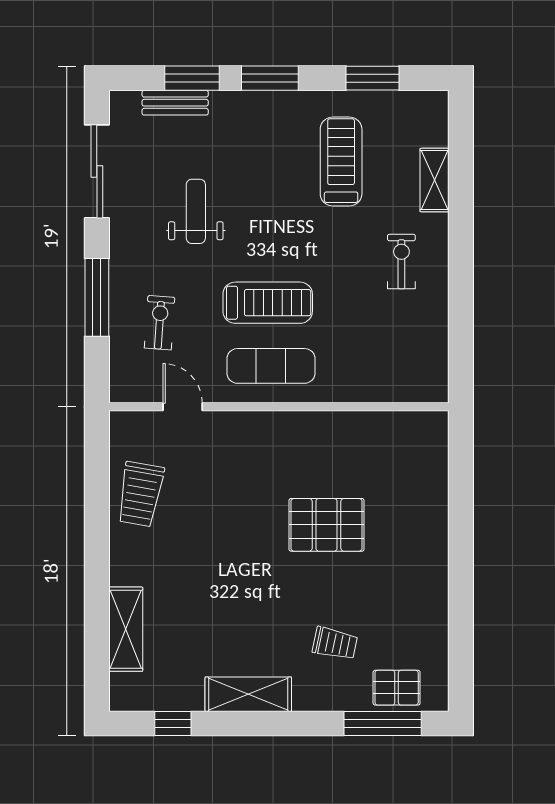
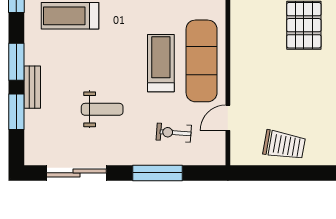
bench: (175, 103) -> (32, 87), moved
weight bench: (196, 211) -> (102, 109), turned 180
exercise mat: (271, 366) -> (202, 61), width x1.36, depth x1.45

